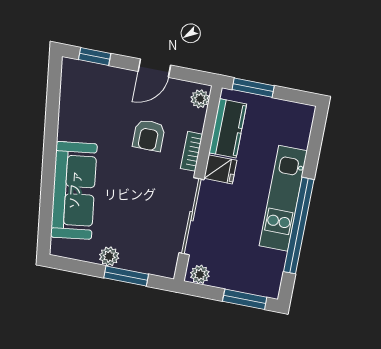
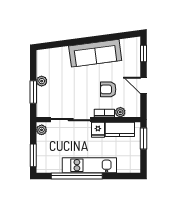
plant: (200, 99) -> (120, 112), moved
sofa: (74, 190) -> (95, 53), moved

